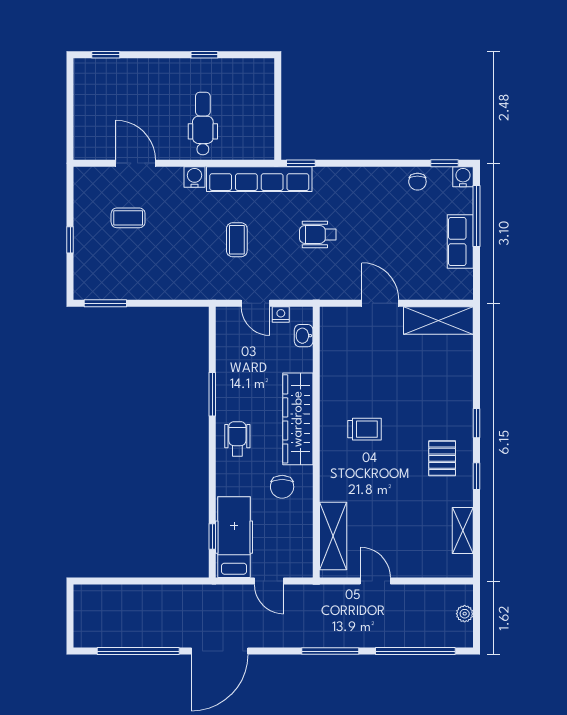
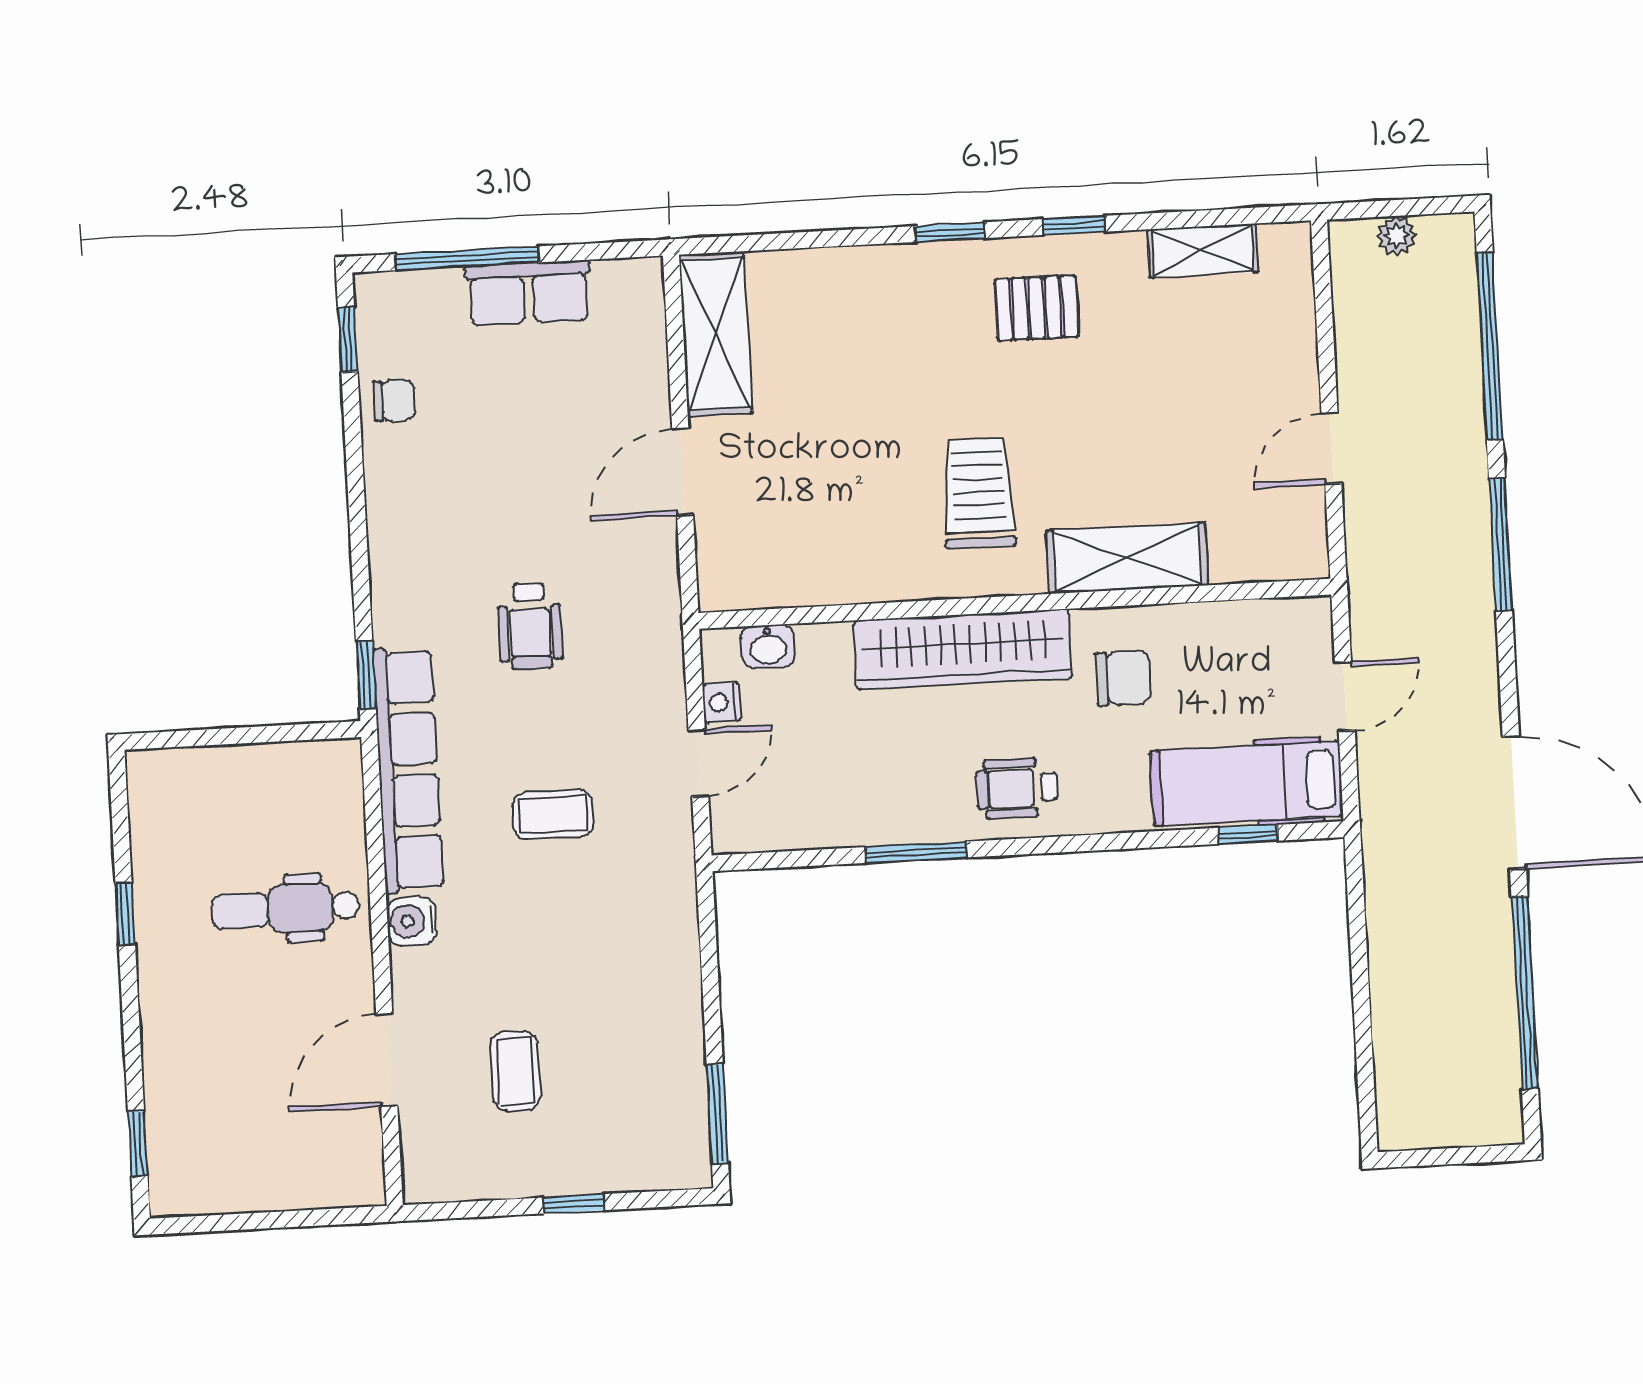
water cooler: (463, 177) -> (377, 295), removed
trolley: (365, 429) -> (978, 493), width x1.36, depth x1.39
shelving: (333, 536) -> (1127, 558), moved

